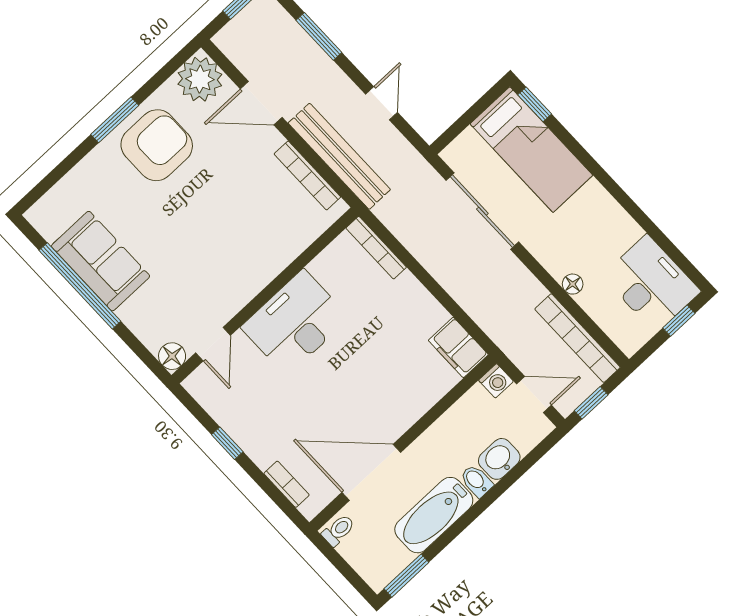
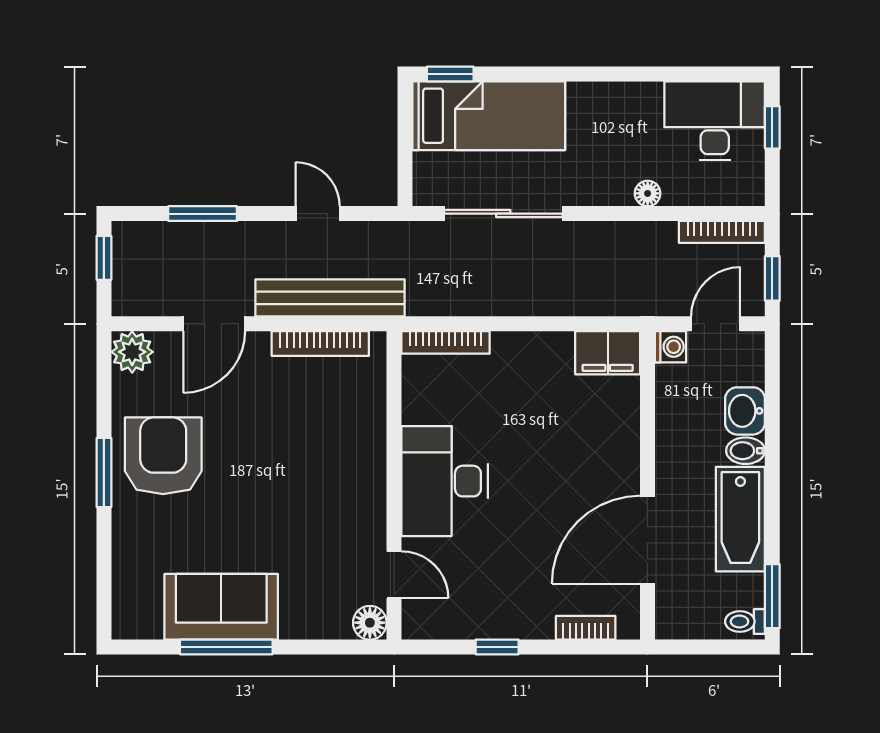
plant: (200, 79) -> (132, 352), width x0.73, depth x0.73
window: (80, 286) -> (226, 647), width x0.68
bookcase: (577, 338) -> (722, 232), width x0.68, depth x0.76
toilet: (338, 530) -> (745, 621), moved, turned -90

